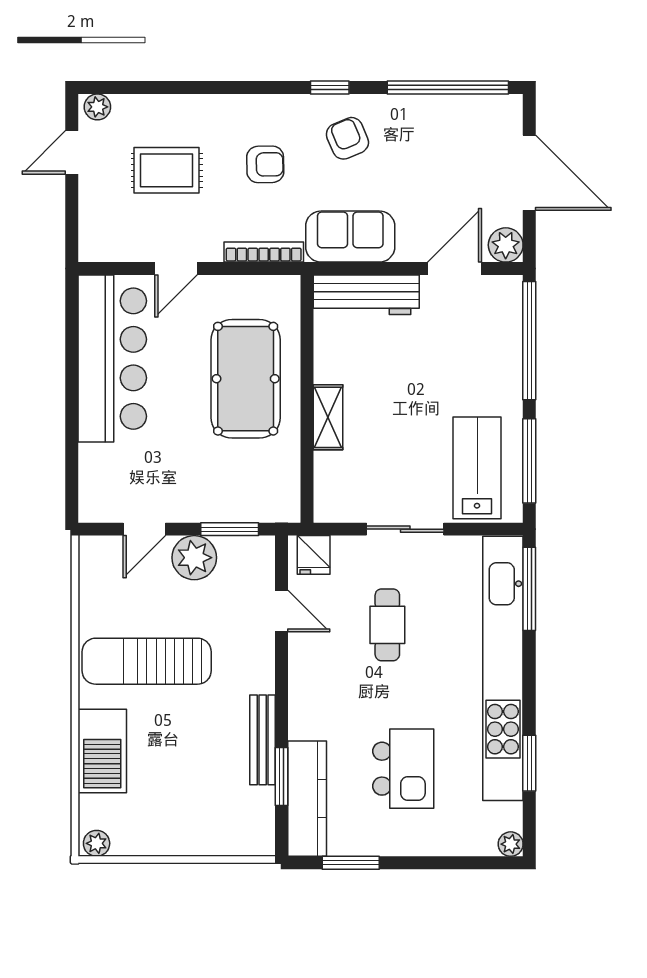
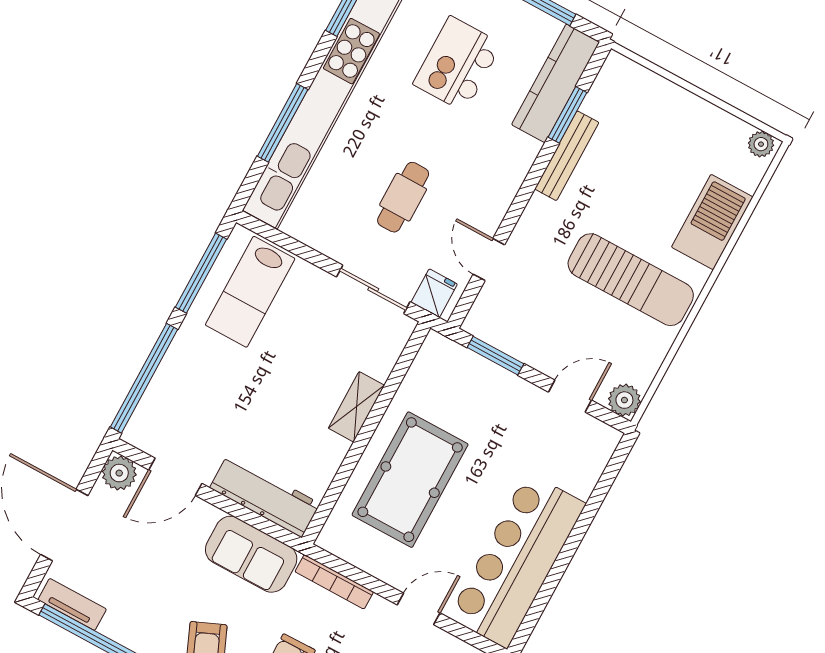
tv unit: (484, 106) -> (72, 604), added
sliding door: (405, 529) -> (373, 289), moved
plant: (194, 558) -> (624, 400), moved, width x0.73, depth x0.73
window: (529, 589) -> (283, 123), moved

